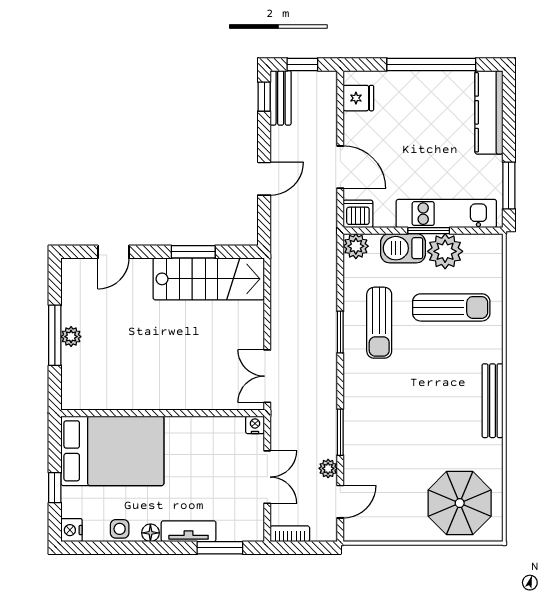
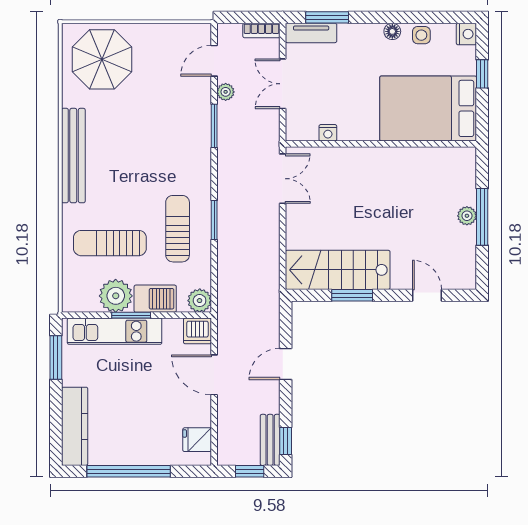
door: (114, 252) -> (427, 295), hinge flipped
bench: (492, 401) -> (73, 156), width x1.37, depth x1.21
nightstand: (255, 425) -> (328, 133), moved
tv unit: (189, 531) -> (311, 33), moved

